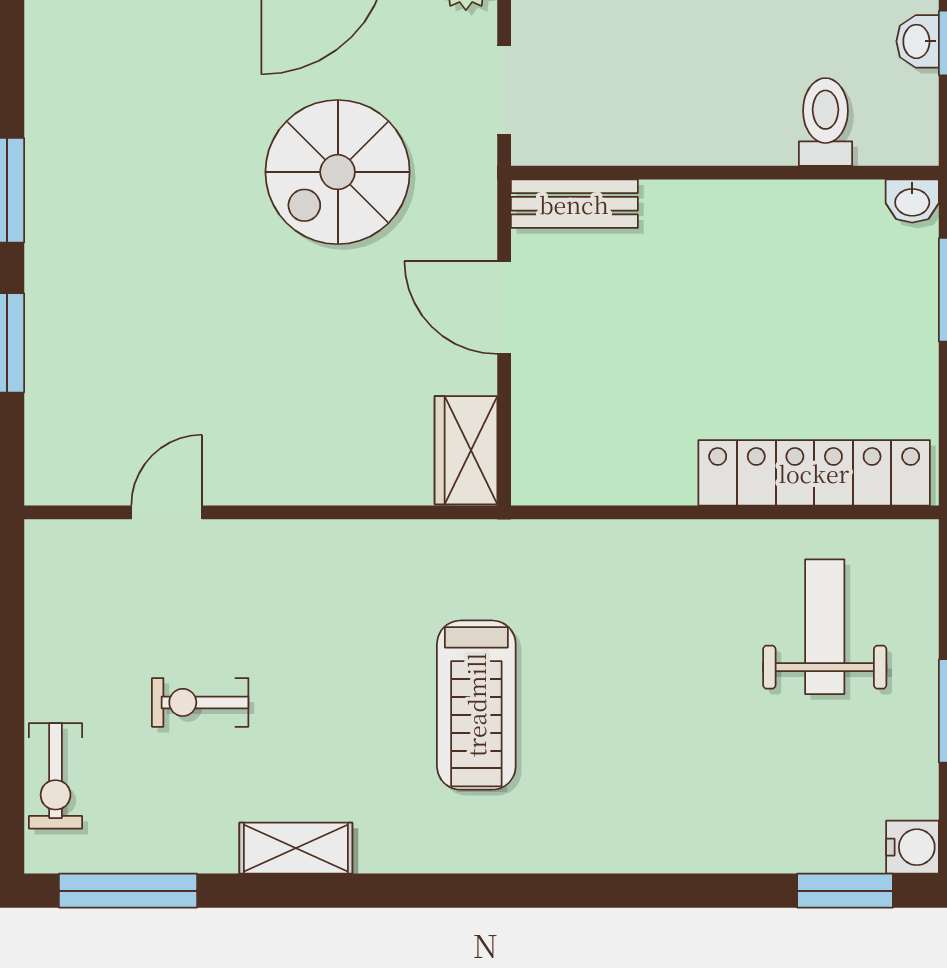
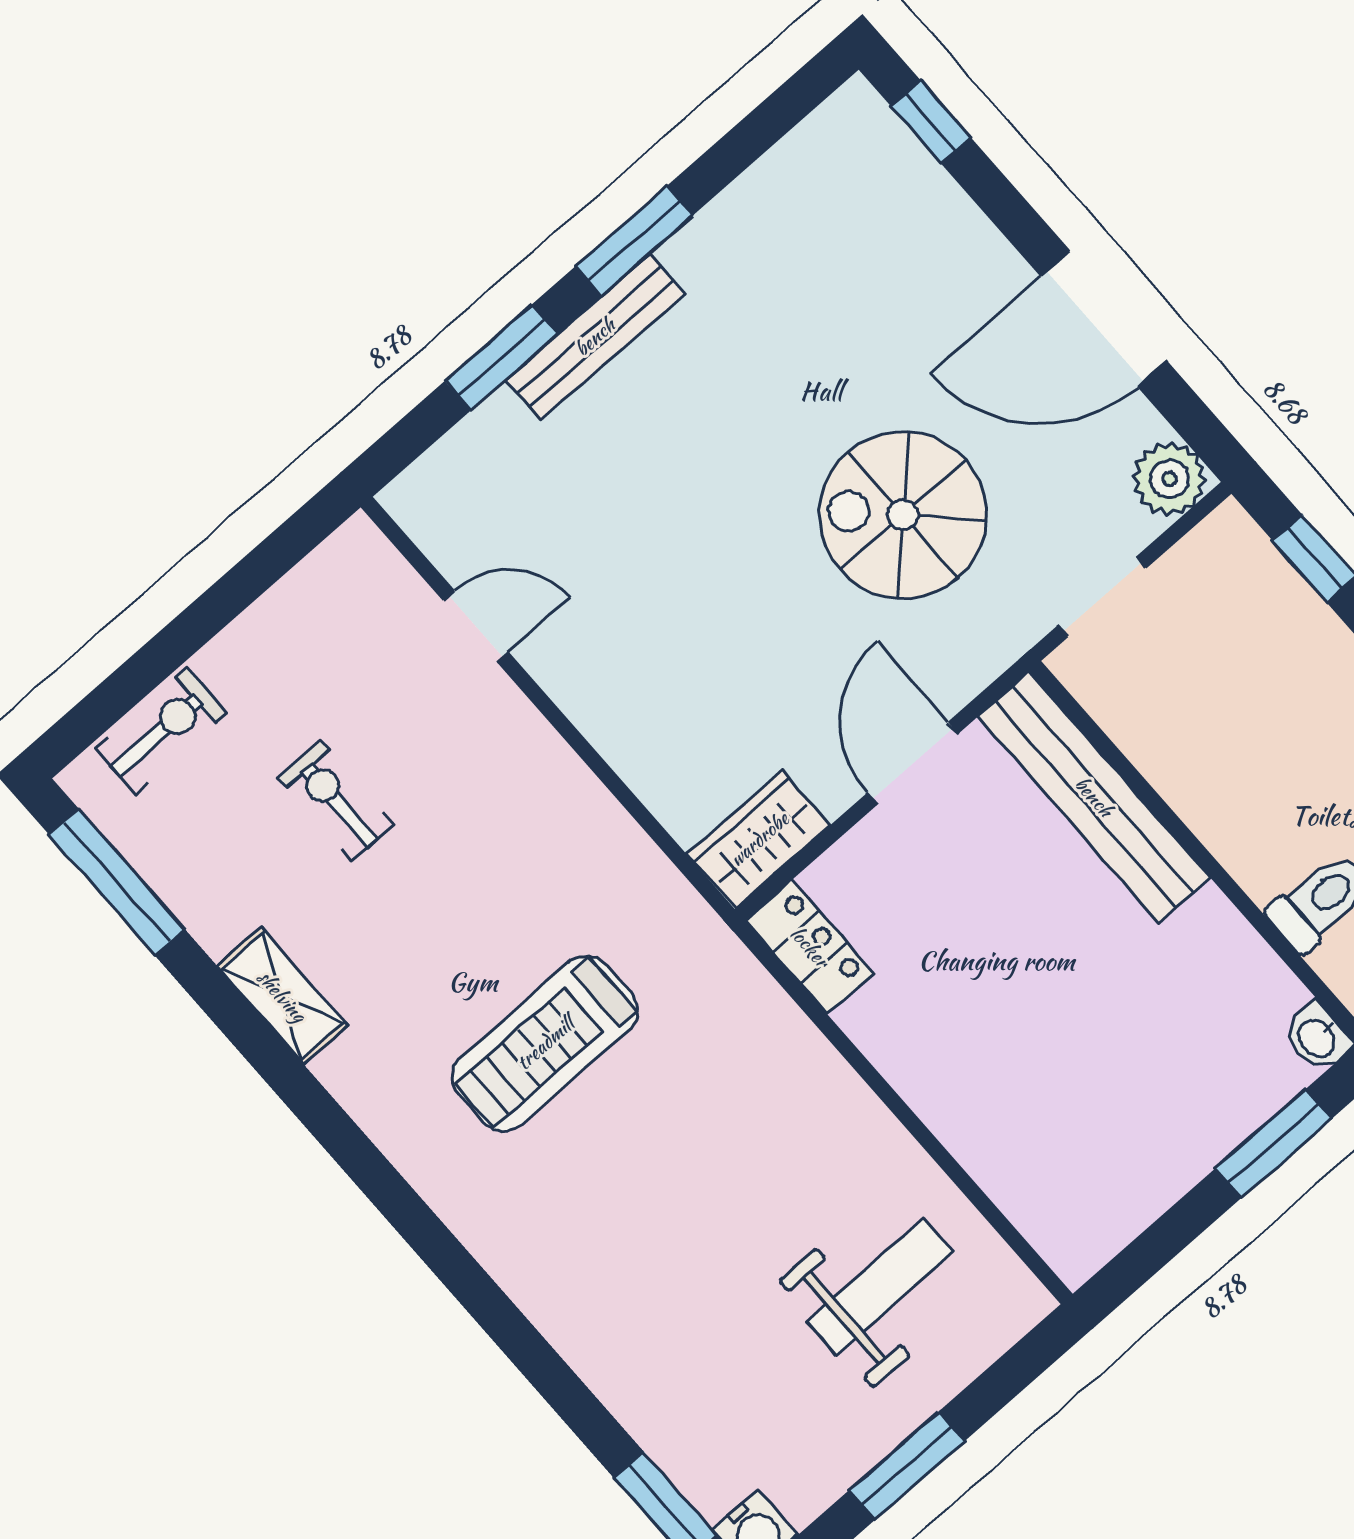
bench: (574, 204) -> (1094, 797), width x1.86, depth x1.21
bench: (47, 270) -> (595, 337), added
locker: (814, 473) -> (810, 947), moved, width x0.46, depth x0.83
exercise bike: (56, 776) -> (161, 731), turned 180

